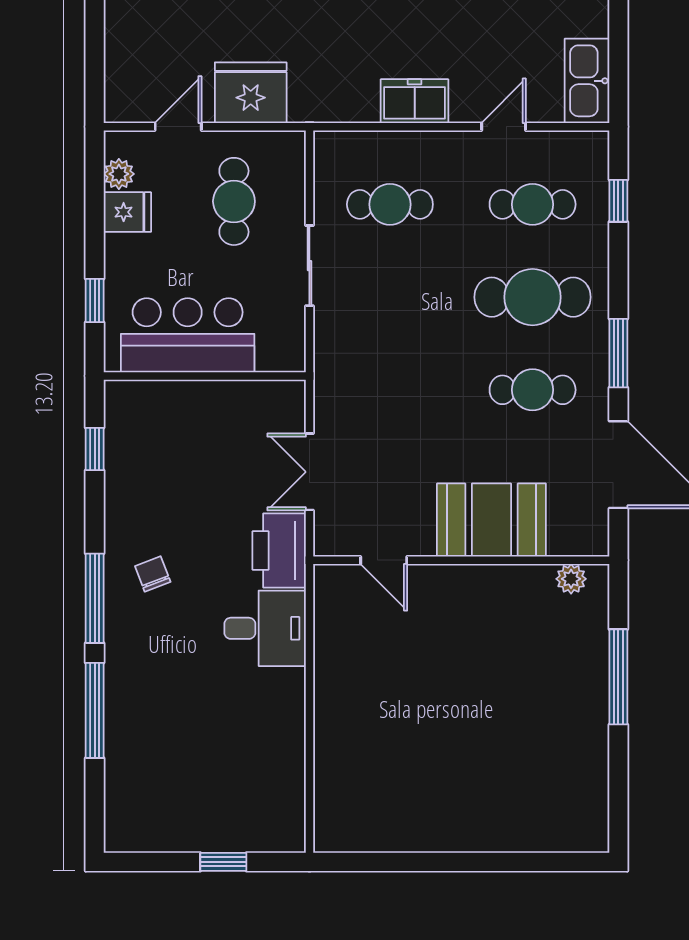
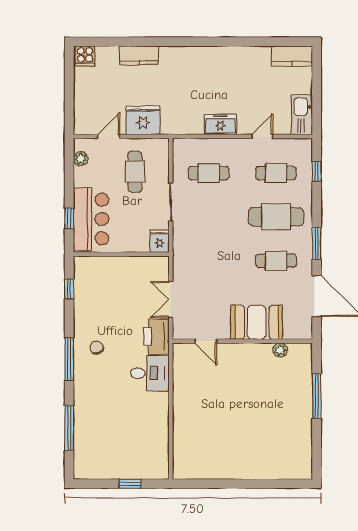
fridge: (127, 212) -> (160, 241), moved, turned -90
bar counter: (188, 335) -> (91, 219), moved, turned 90
plant: (571, 579) -> (280, 350), moved
window: (95, 710) -> (69, 428), moved

